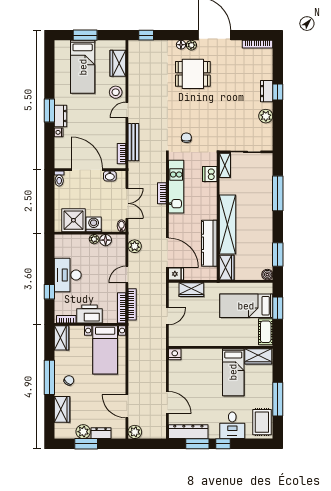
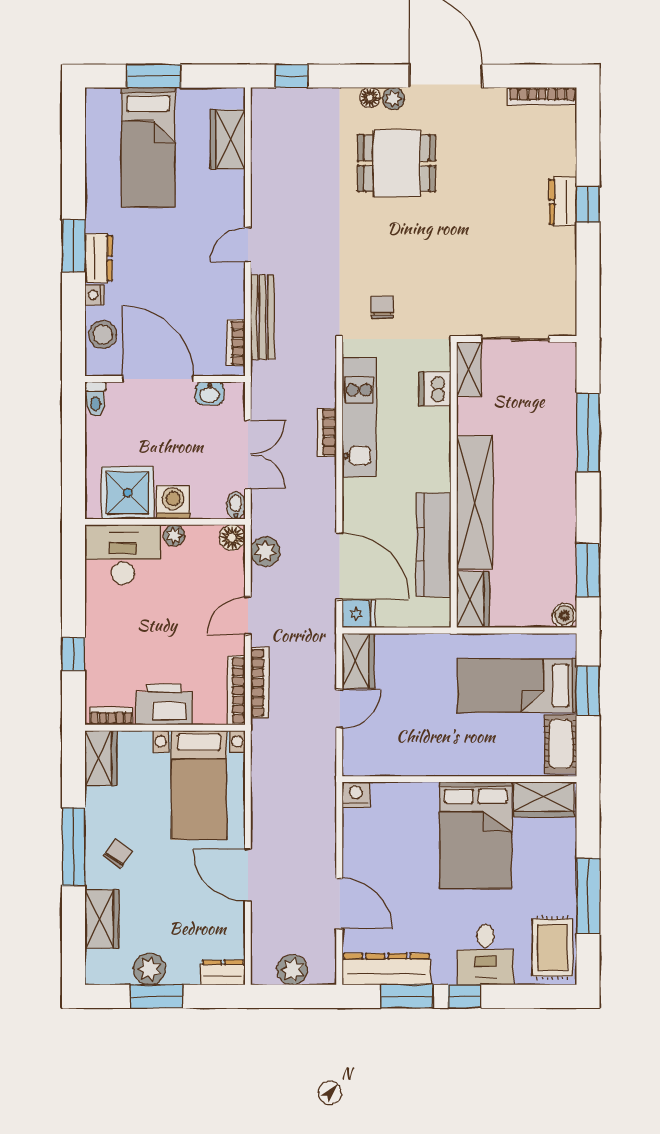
stool: (116, 92) -> (103, 335), moved
plant: (266, 116) -> (561, 258), removed
floor lamp: (106, 240) -> (232, 538), moved
desk: (68, 275) -> (123, 555), moved, turned 90
wardrobe: (191, 290) -> (358, 661), moved, turned -90
bed: (233, 372) -> (476, 835), width x1.50
door: (127, 406) -> (248, 875), moved
plant: (135, 432) -> (292, 970), moved
dresser: (101, 433) -> (223, 972), moved

